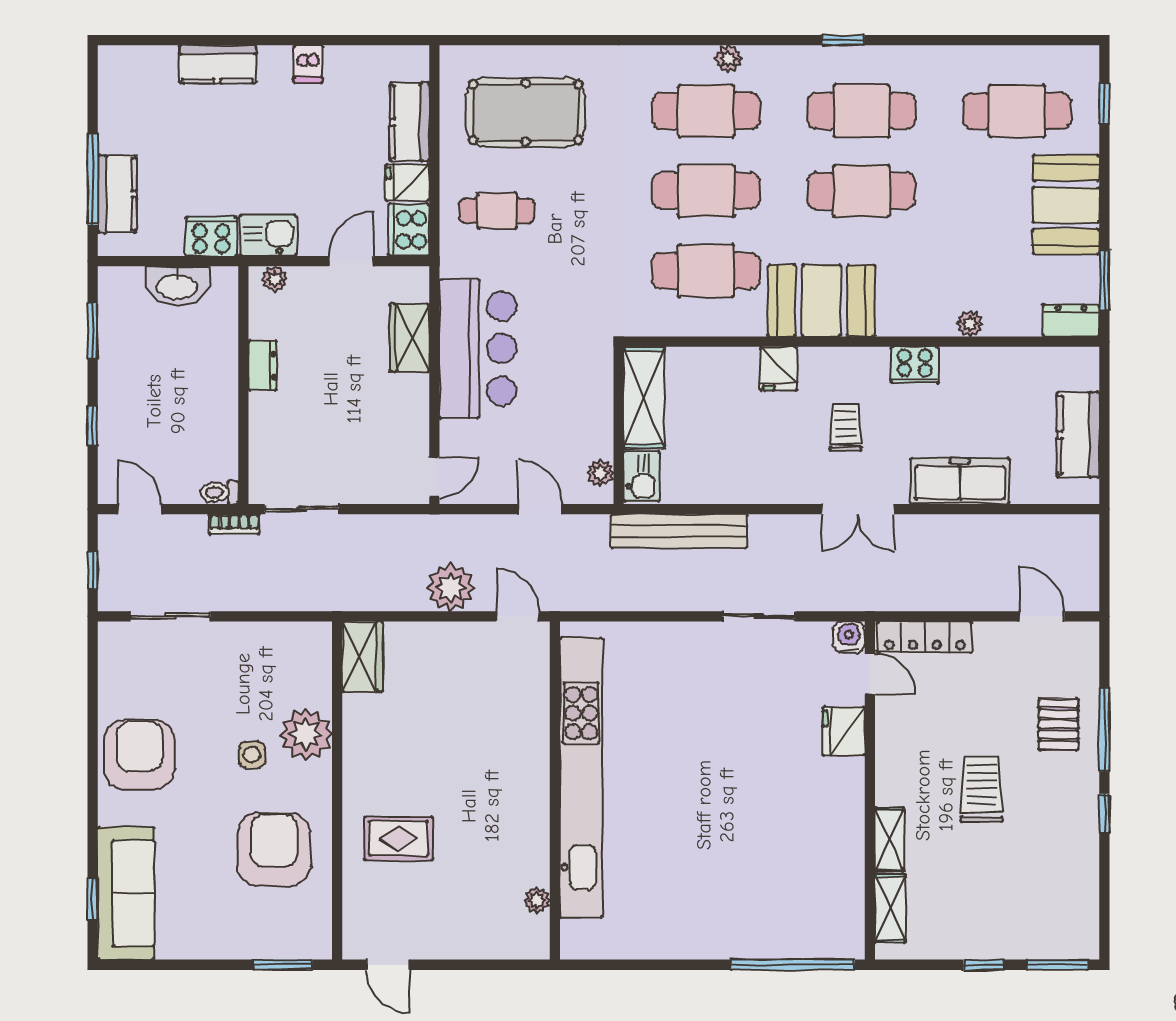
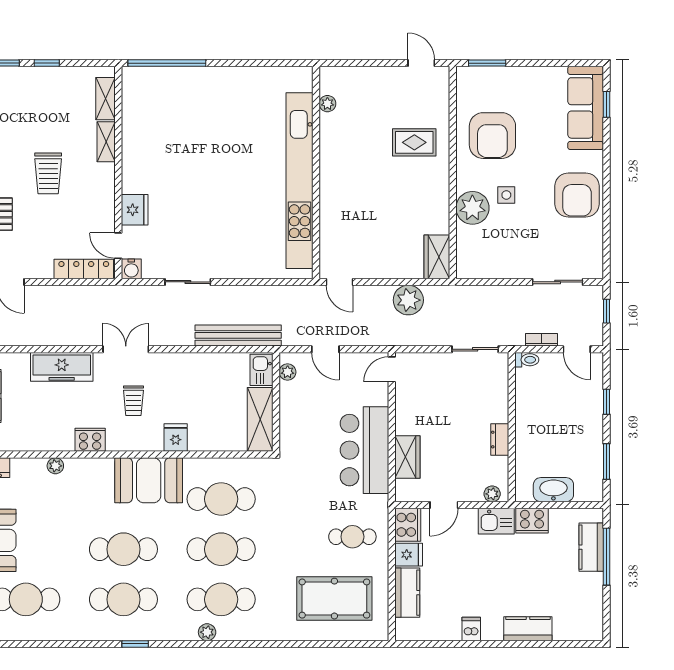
bookcase: (234, 524) -> (541, 340), moved
plant: (451, 588) -> (408, 300), moved

